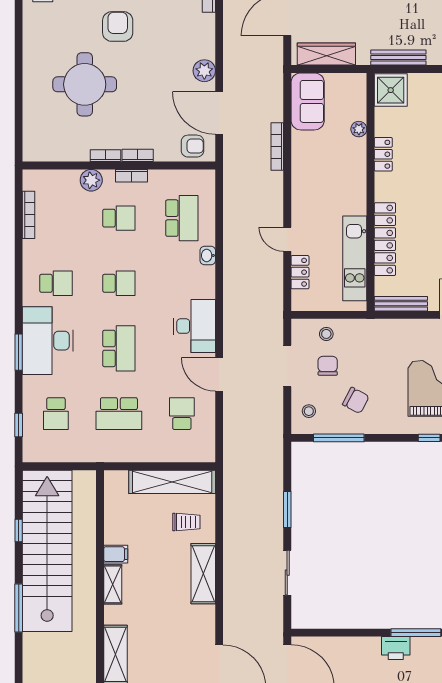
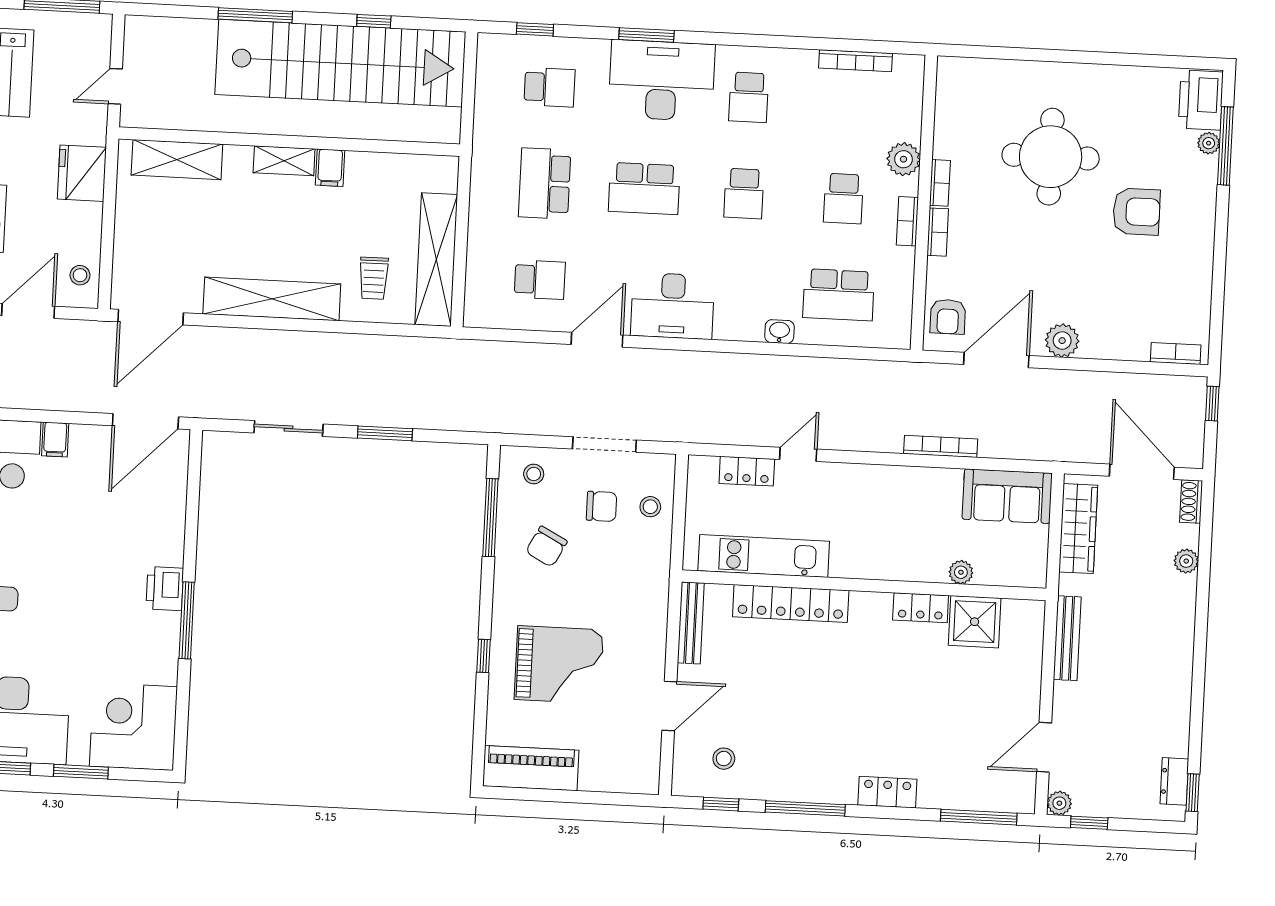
shower: (391, 90) -> (975, 622), moved
school desk: (56, 414) -> (549, 87), turned 180
shelving: (203, 574) -> (272, 299), width x1.47

